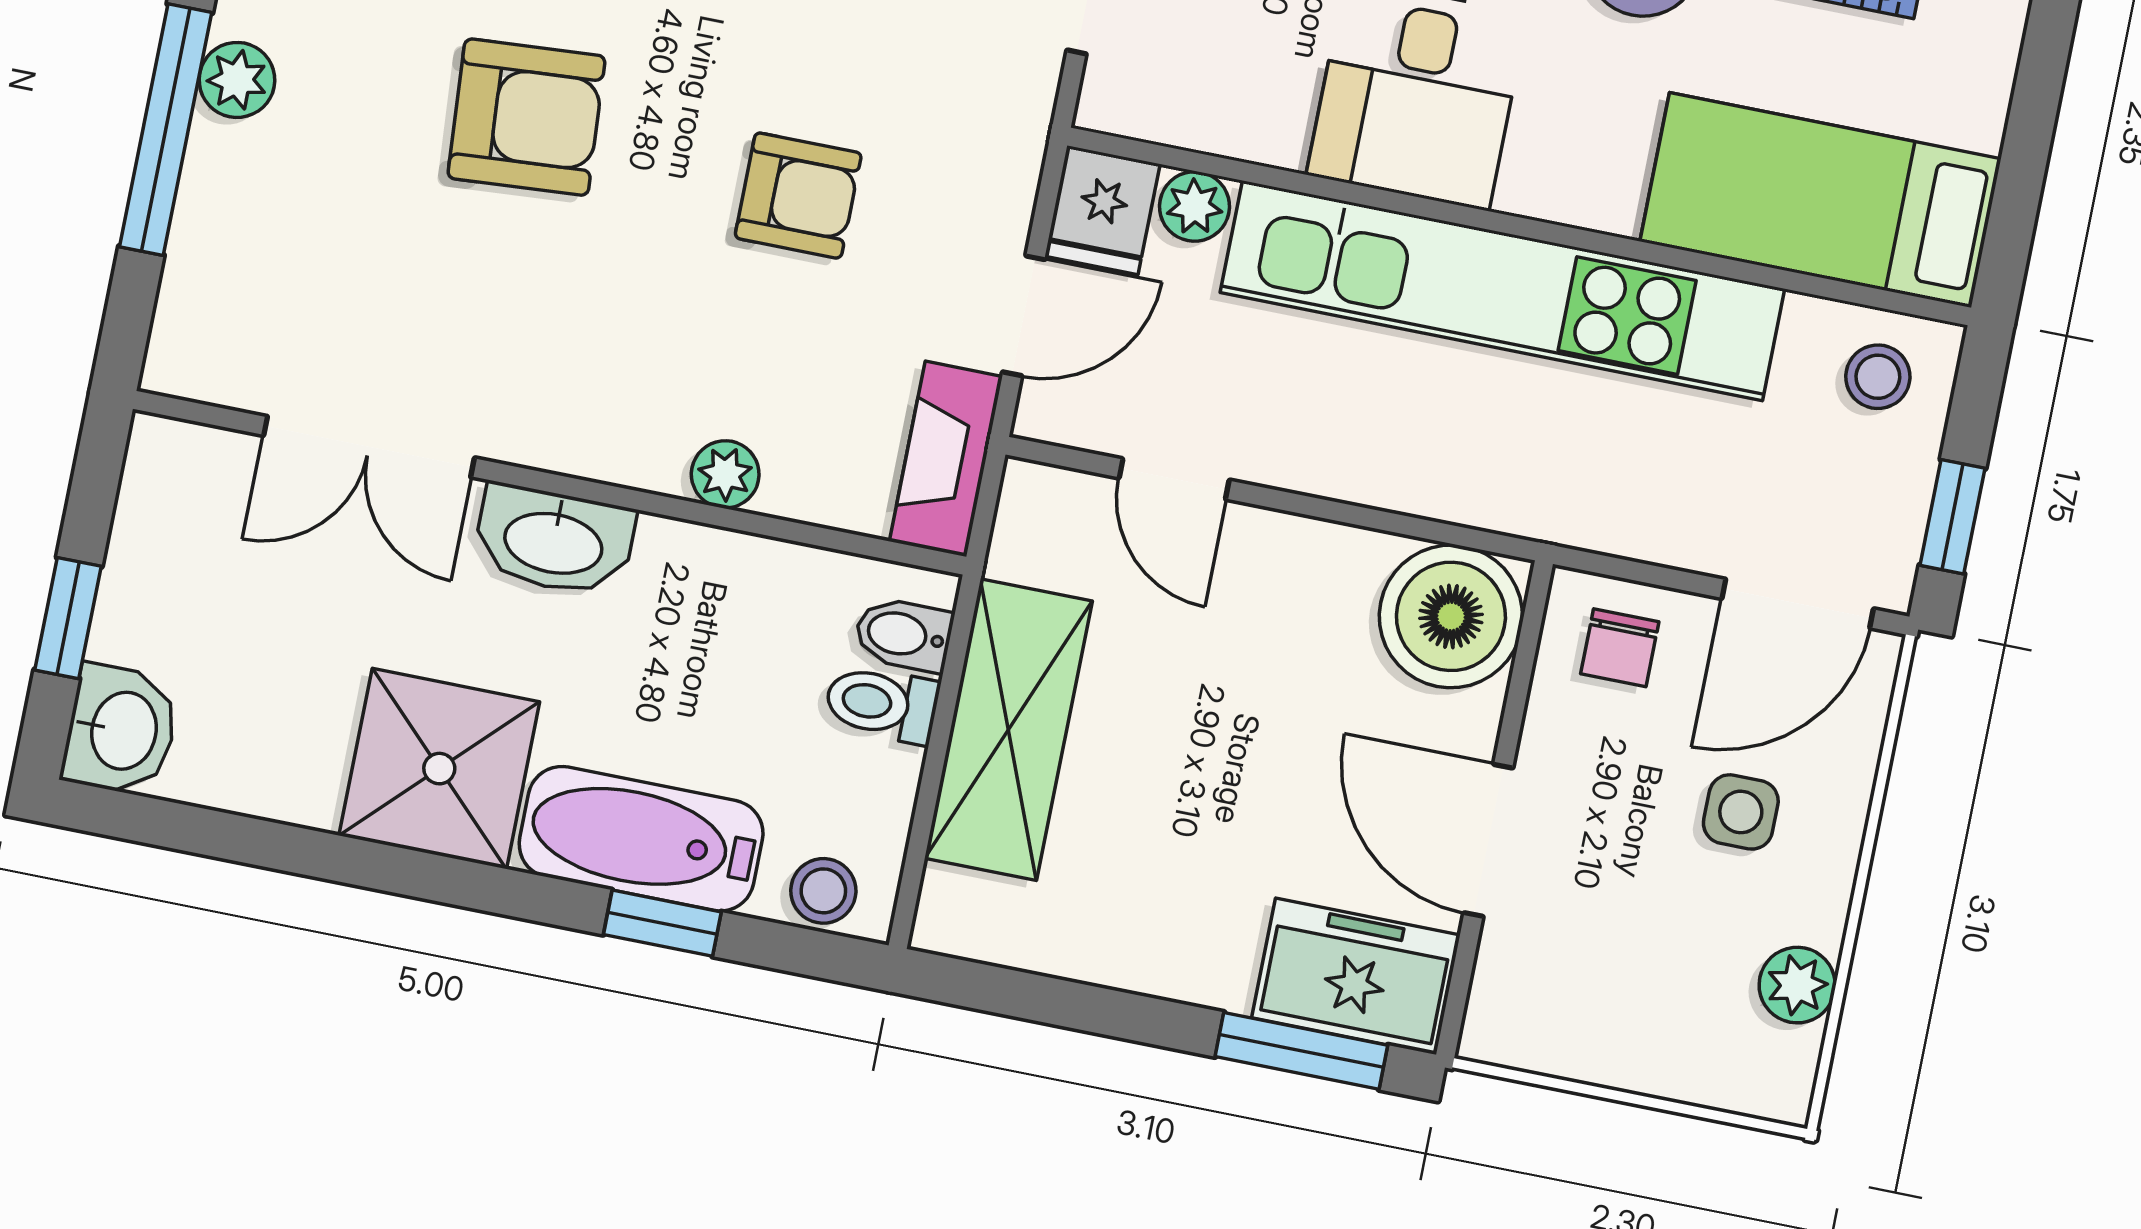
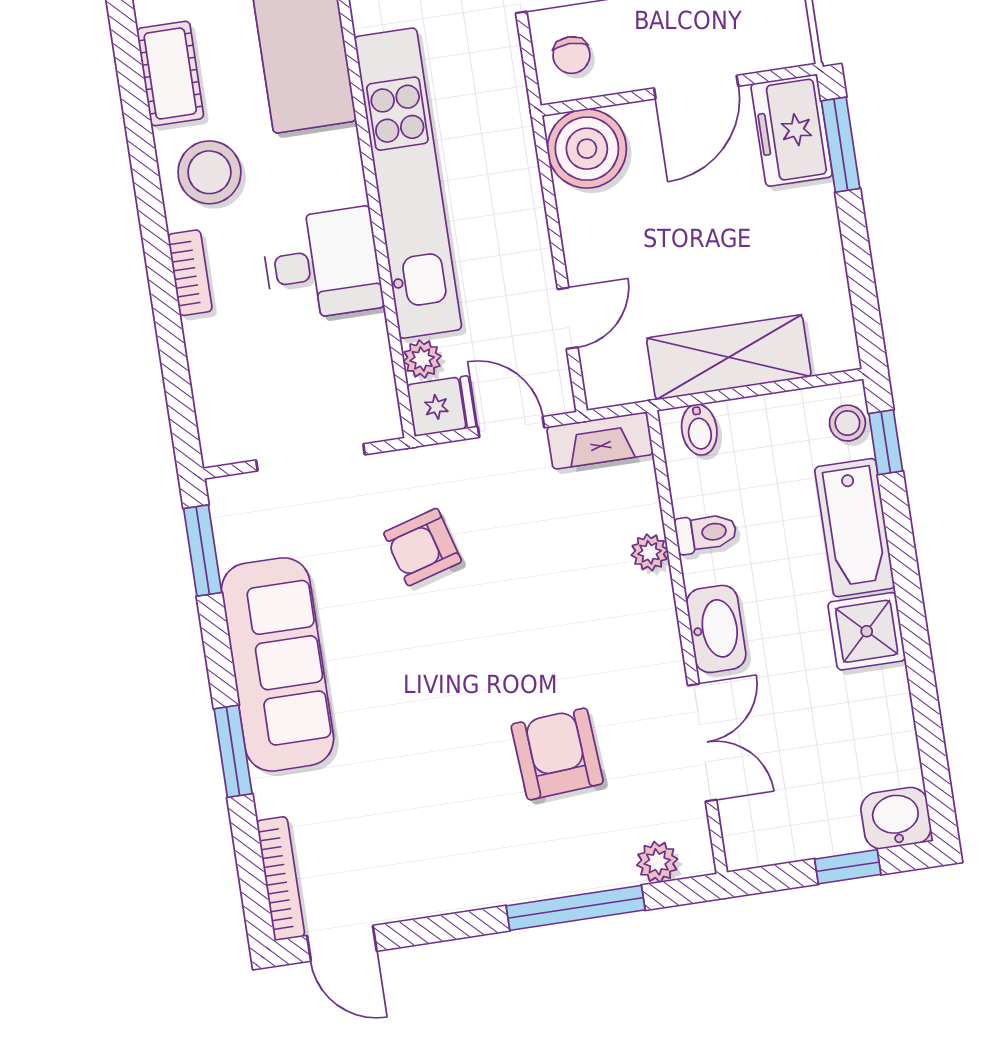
plant: (237, 80) -> (657, 862), moved
armchair: (526, 117) -> (557, 754), moved
armchair: (798, 196) -> (423, 547), moved, turned -106
chair: (1620, 648) -> (571, 55), turned 90
toilet: (882, 704) -> (706, 533), moved, turned -90
shower: (439, 769) -> (867, 631), width x0.73, depth x0.73
window: (662, 923) -> (886, 442), moved

